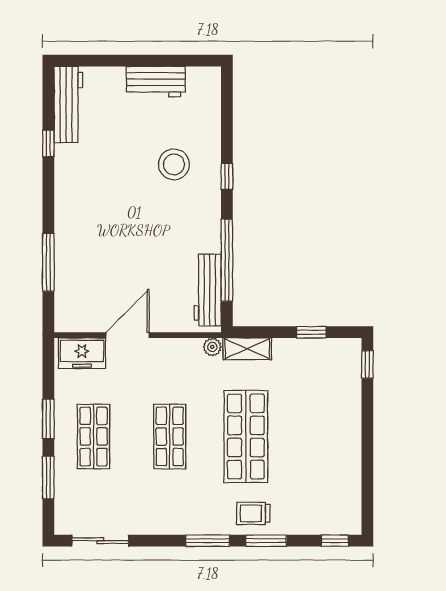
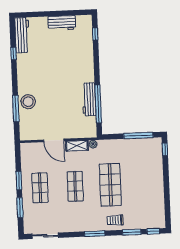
stool: (174, 164) -> (28, 102), moved
window: (227, 176) -> (95, 34), moved
workbench: (208, 290) -> (89, 99), moved
window: (311, 332) -> (138, 136), width x2.17
door: (128, 335) -> (54, 140), swing flipped
shelving: (247, 349) -> (77, 146), moved
freezer: (82, 353) -> (33, 150), removed
window: (266, 541) -> (132, 232), moved

